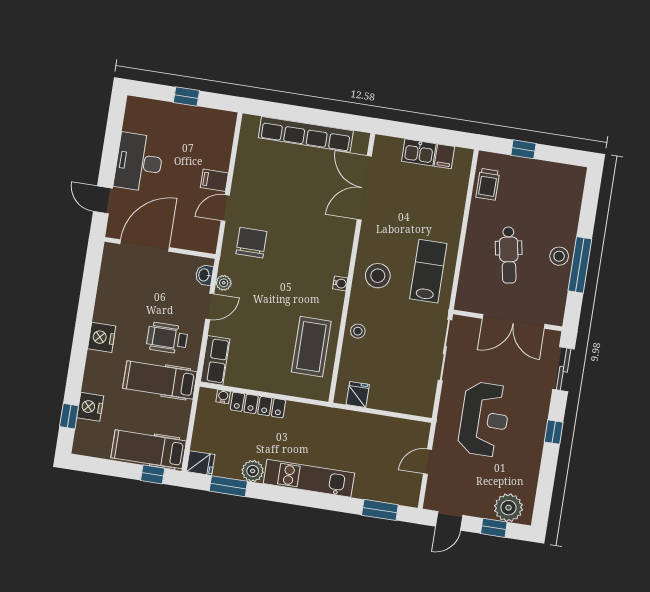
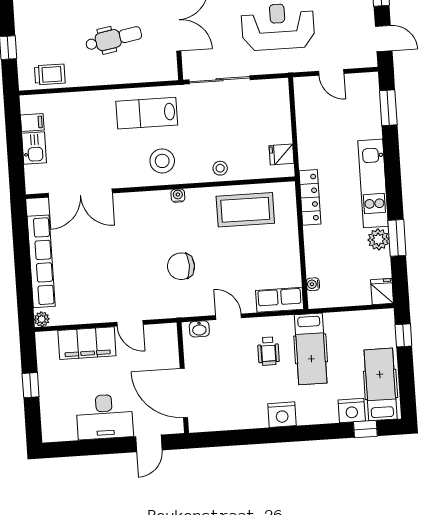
filing cabinet: (214, 180) -> (87, 343), width x3.00, depth x1.17
chair: (251, 243) -> (181, 266), moved
plant: (224, 283) -> (42, 319), moved
wheelchair: (167, 338) -> (268, 351), width x0.73, depth x0.73
locker: (258, 405) -> (310, 197), moved
hospital bed: (149, 449) -> (381, 384), moved, turned 180
window: (228, 486) -> (397, 238), moved

